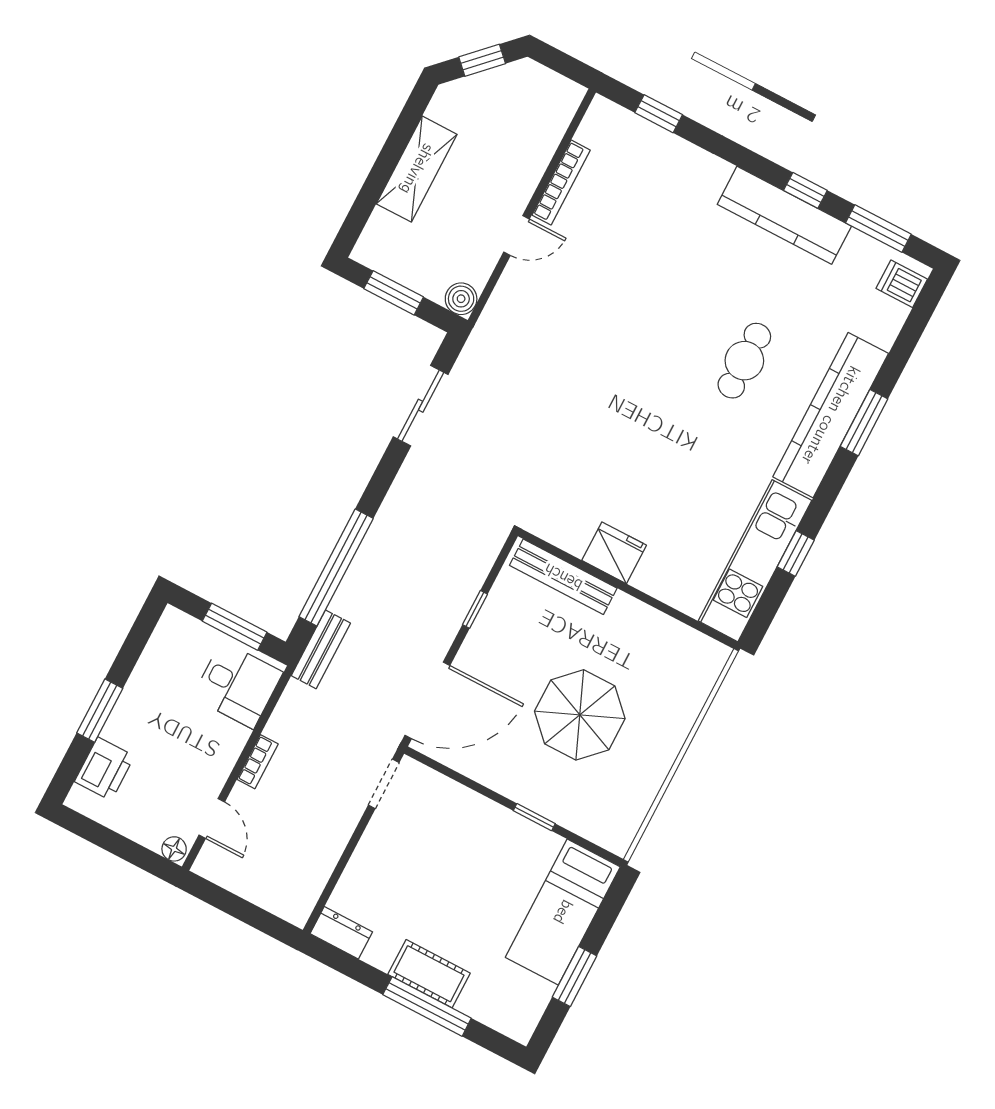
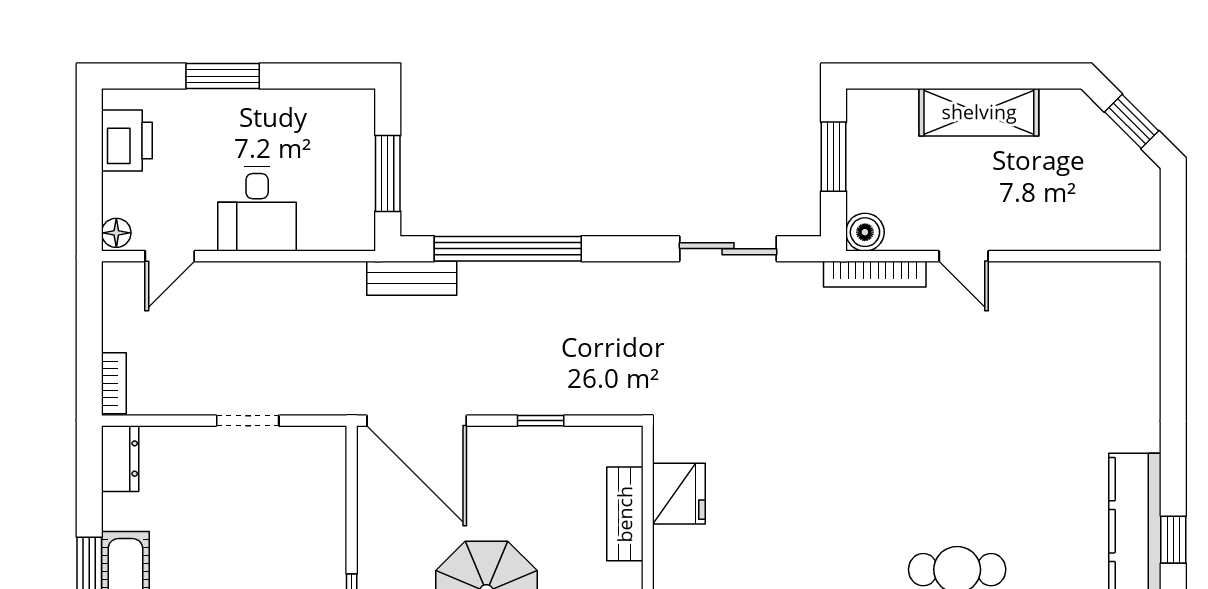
window: (659, 114) -> (1173, 340), removed
bookcase: (561, 183) -> (875, 274), moved
fridge: (614, 553) -> (679, 494), moved
bench: (563, 577) -> (625, 514), width x0.73
desk: (238, 685) -> (257, 209), moved
bookcase: (258, 762) -> (114, 383), moved, turned -90
printer: (105, 769) -> (127, 140), moved, turned -90
doorway: (384, 784) -> (248, 421), moved

